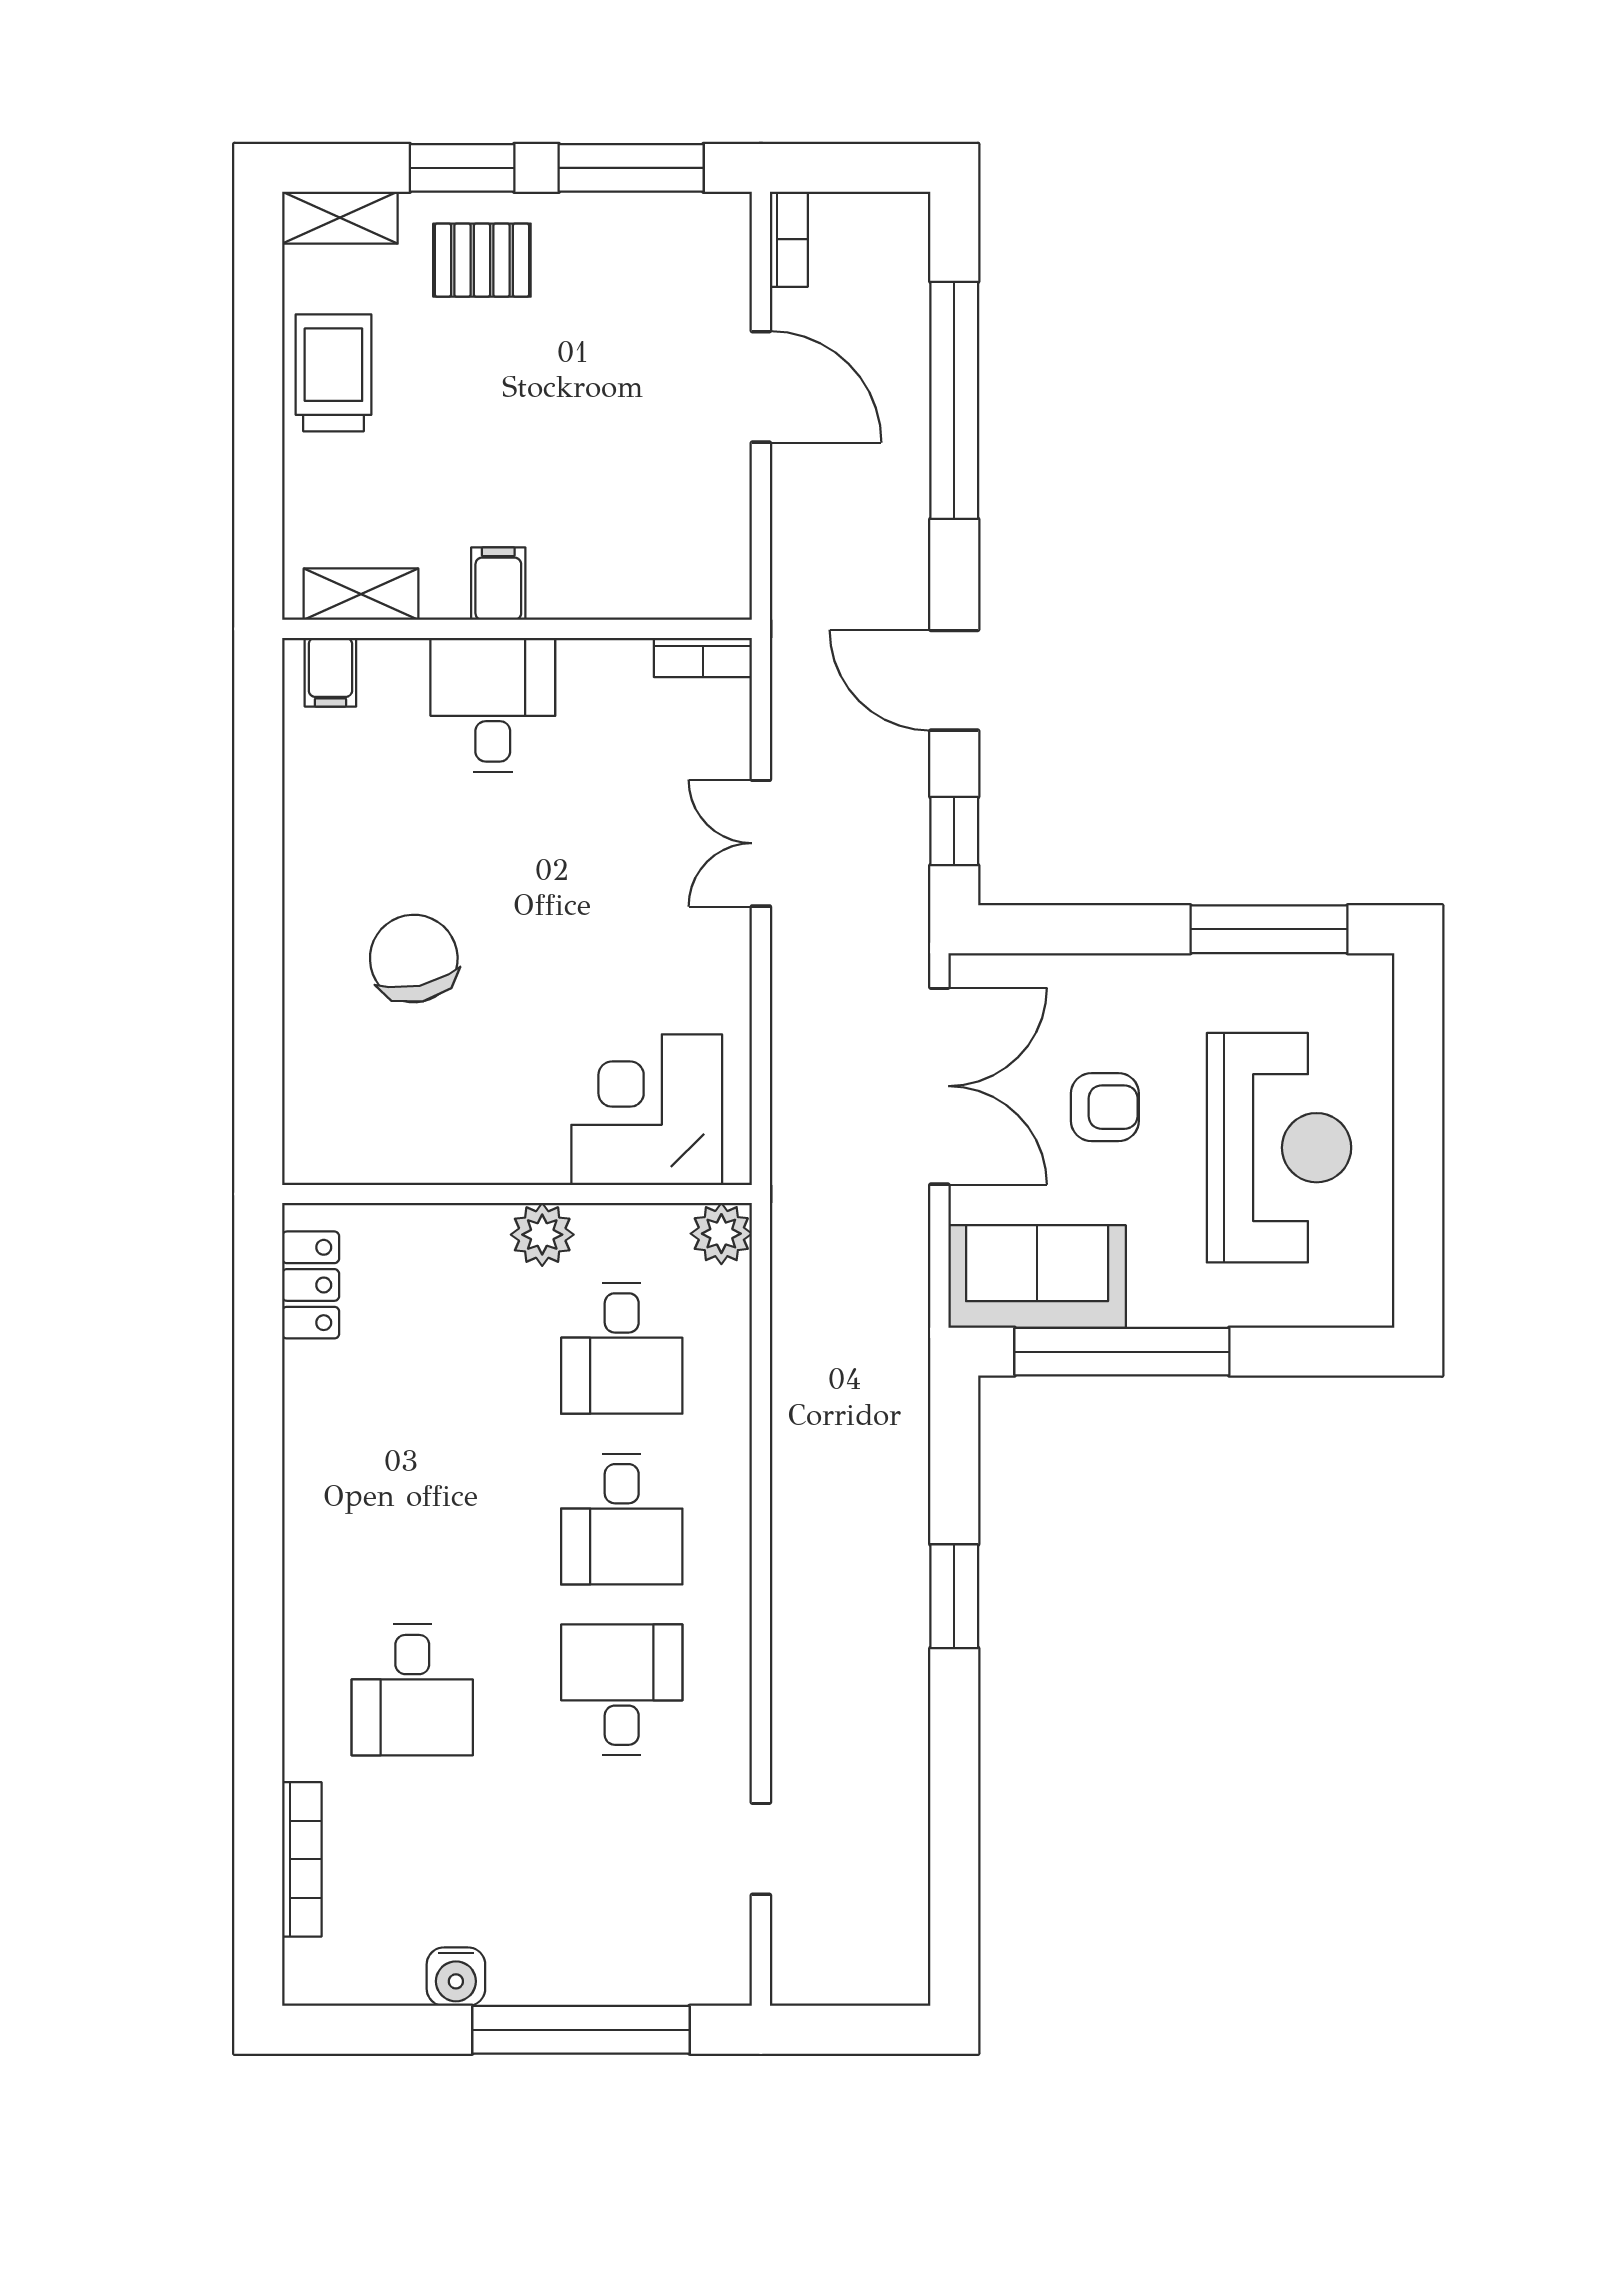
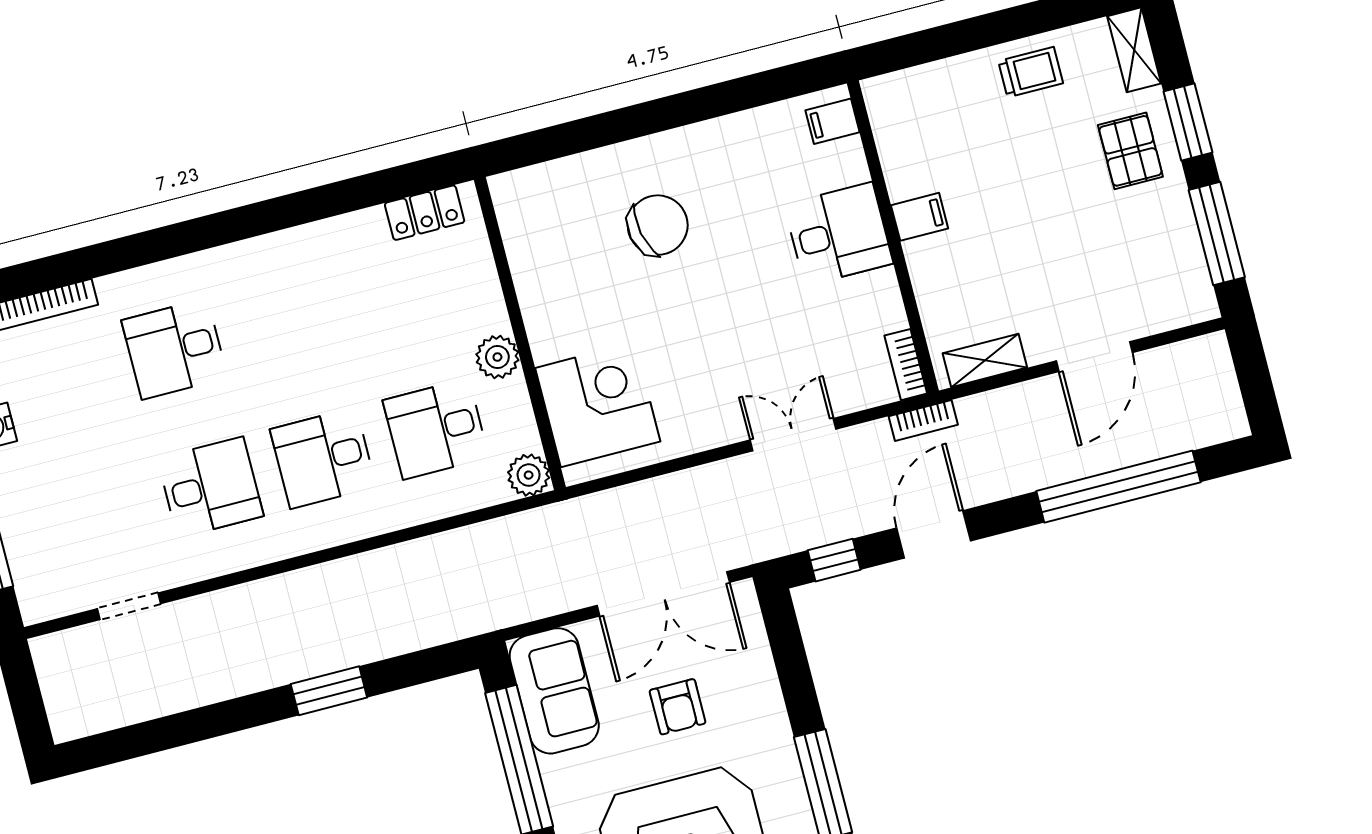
bookcase: (789, 239) -> (923, 421), moved
trolley: (333, 373) -> (1031, 72), width x0.73, depth x0.72
shelving: (361, 594) -> (985, 360), moved, turned 90

